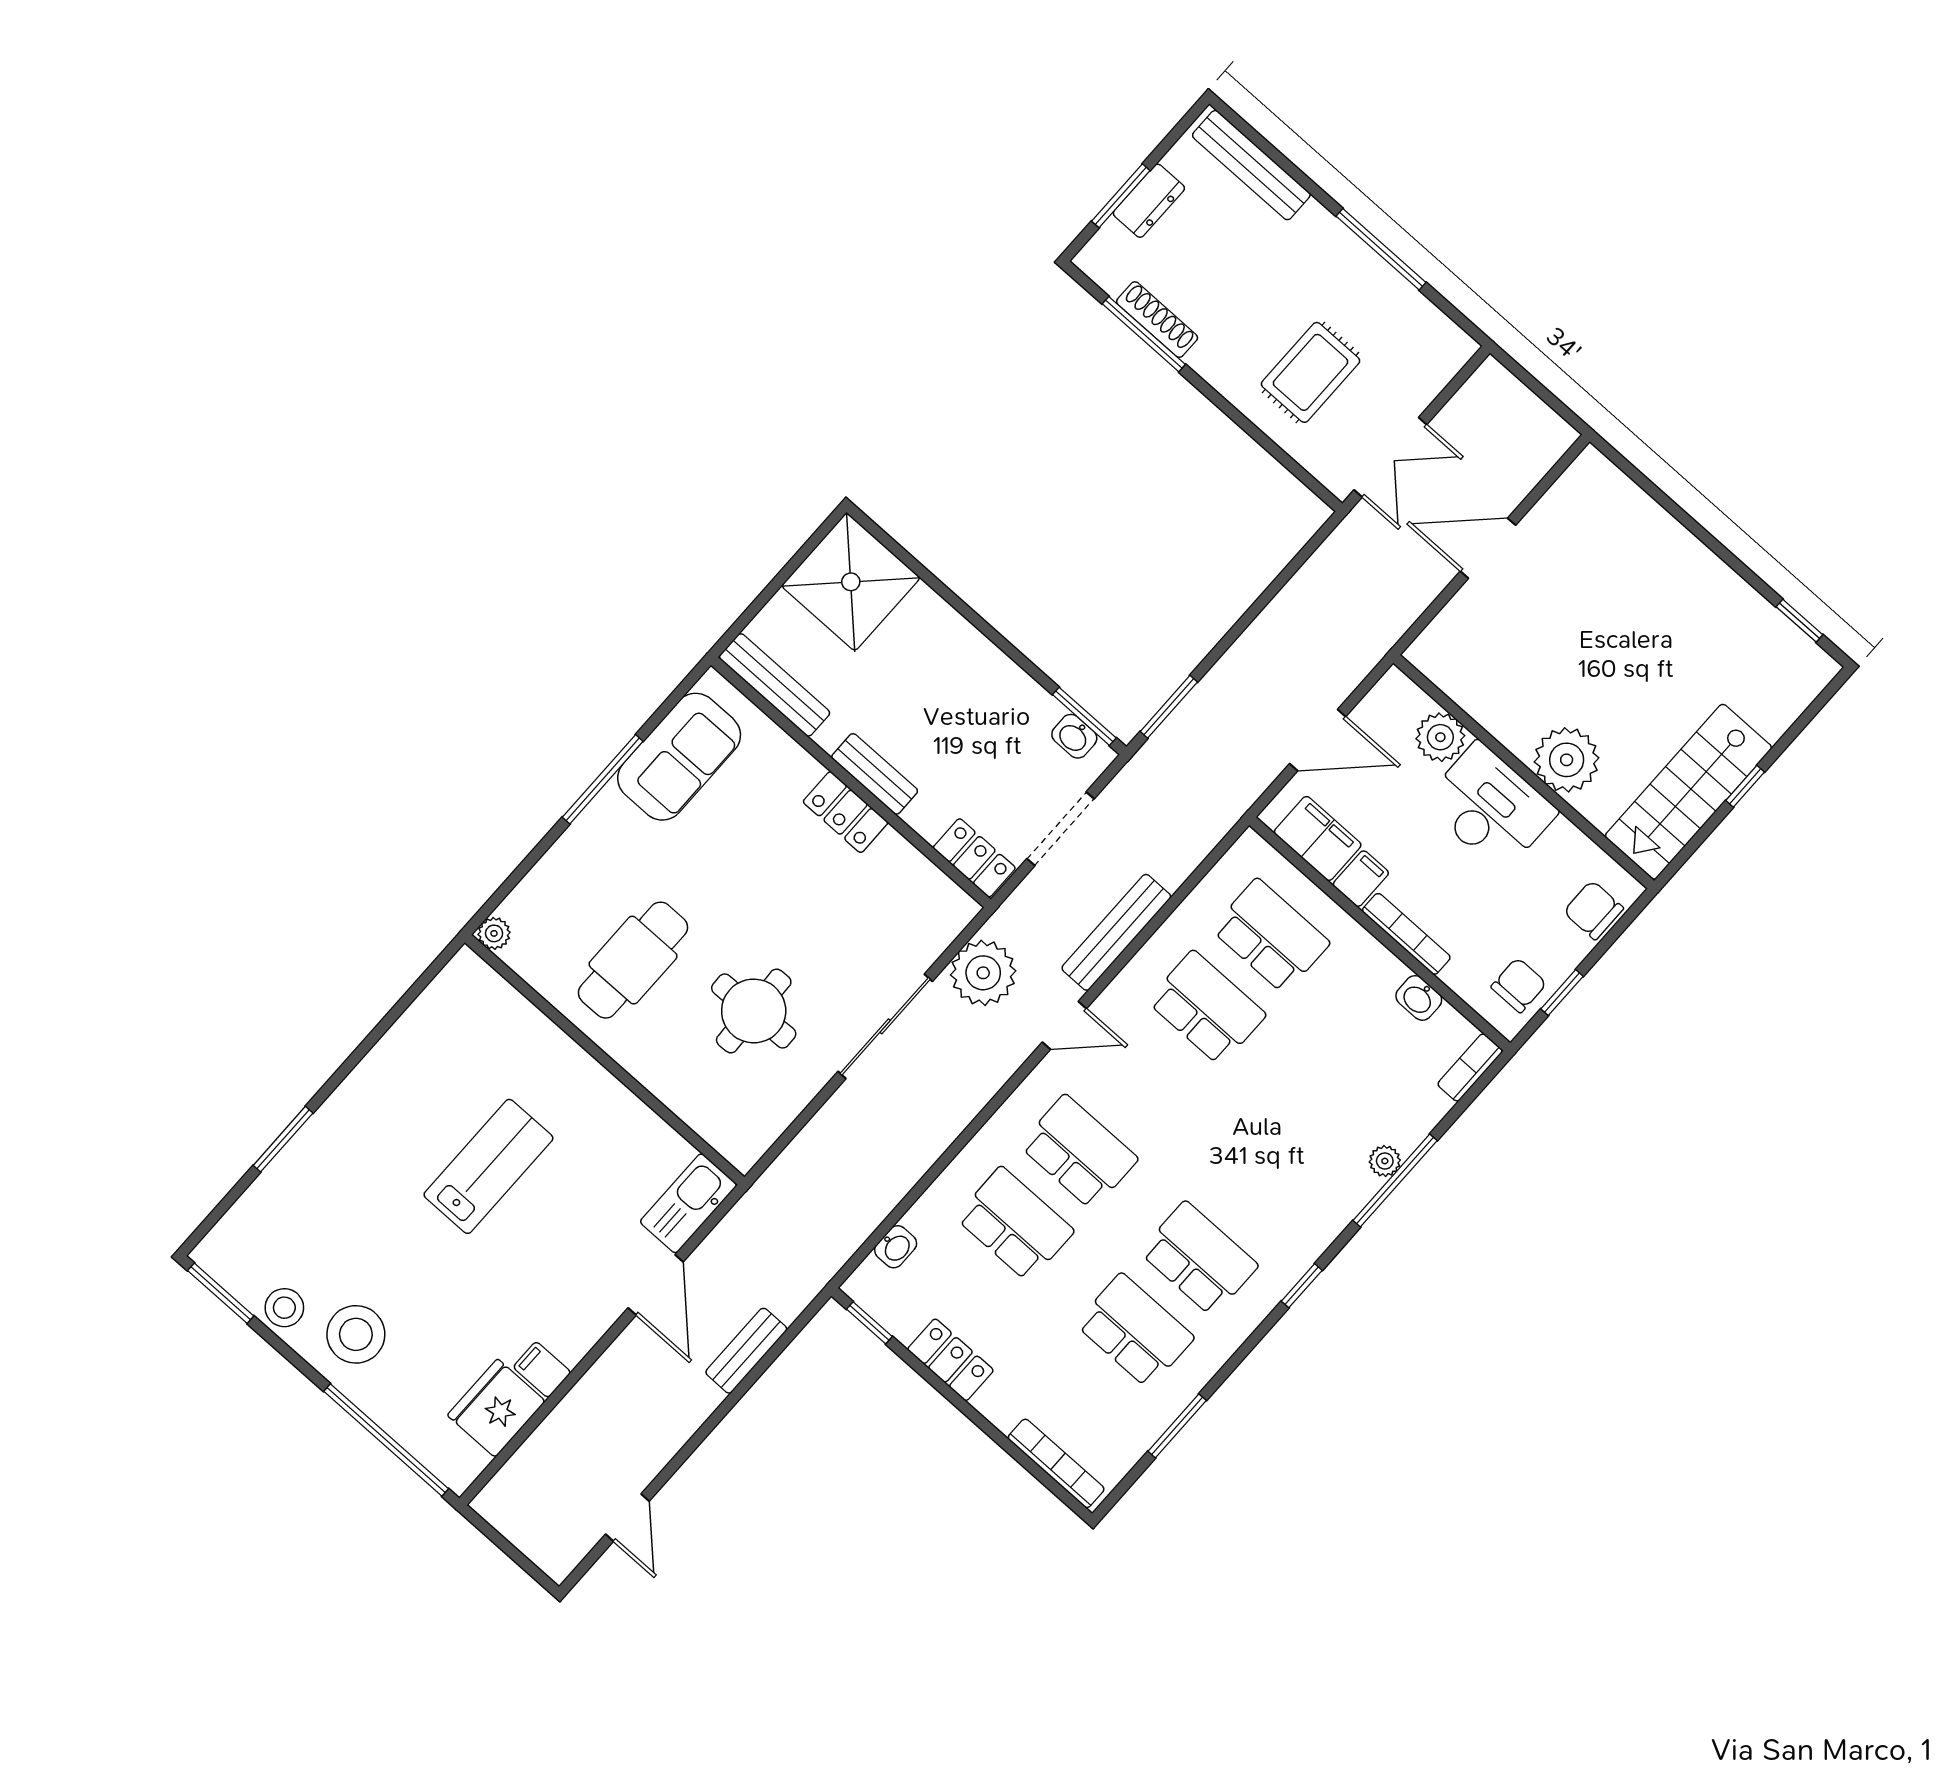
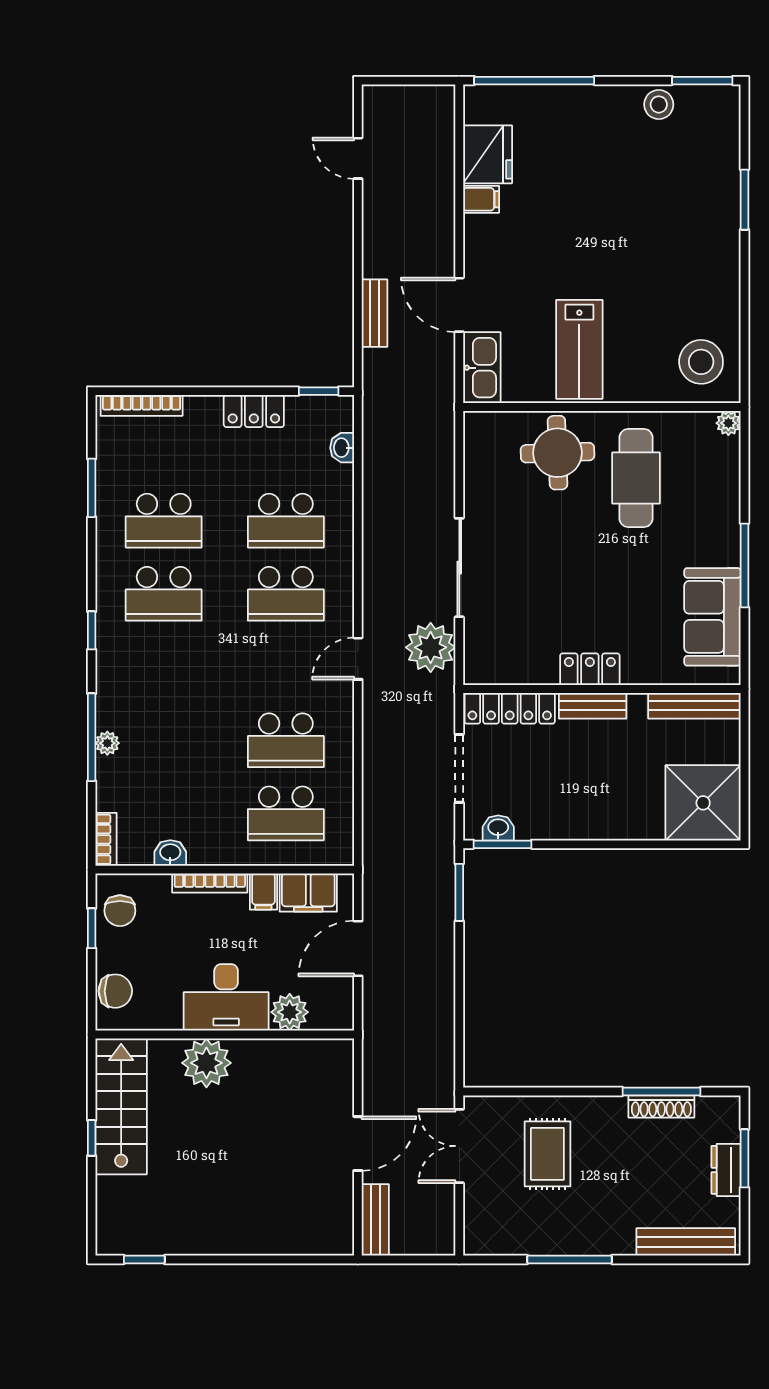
locker: (974, 858) -> (510, 708), width x1.53
bench: (1116, 932) -> (375, 1220), moved, width x0.73
round table: (754, 1011) -> (557, 453), moved
lab bench: (488, 1166) -> (579, 349), moved
stool: (356, 1334) -> (701, 362), moved

